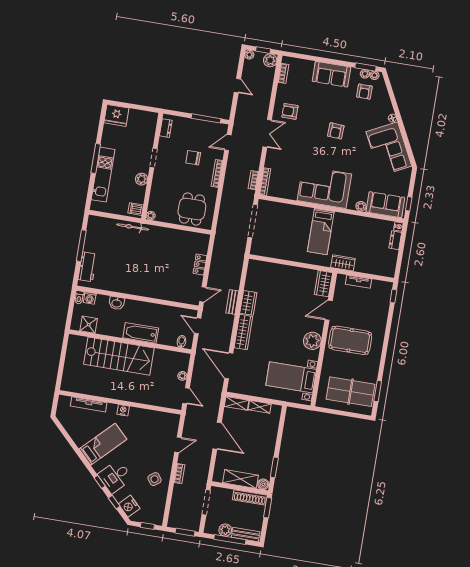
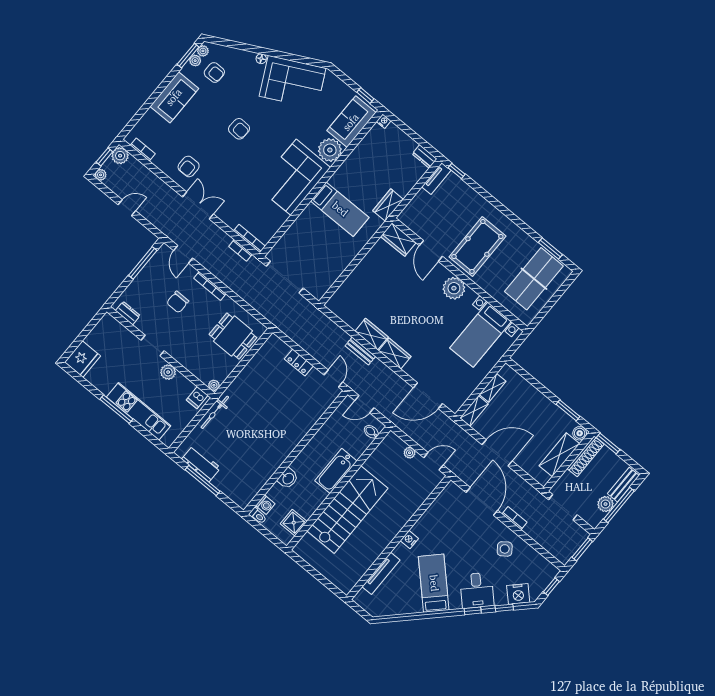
plant: (361, 206) -> (330, 150), width x1.88, depth x1.88
dresser: (395, 240) -> (425, 156), moved
workbench: (87, 267) -> (201, 464), moved
tv unit: (359, 282) -> (436, 179), moved
wardrobe: (243, 332) -> (395, 354), width x0.67
door: (178, 445) -> (482, 501), width x1.88

